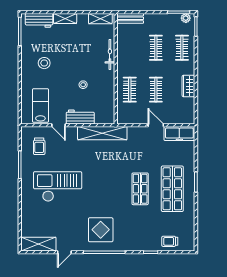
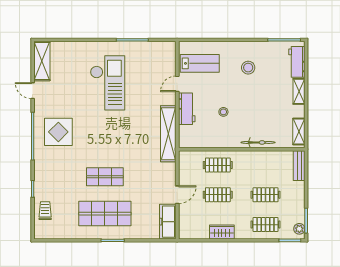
trolley: (39, 146) -> (153, 62), removed

